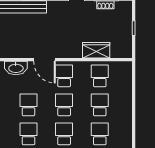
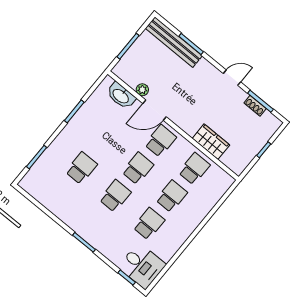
plant: (26, 53) -> (142, 90), added
door: (44, 60) -> (155, 110), hinge flipped
school desk: (28, 105) -> (104, 141), removed

